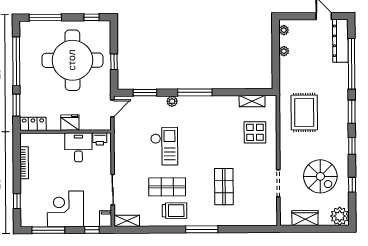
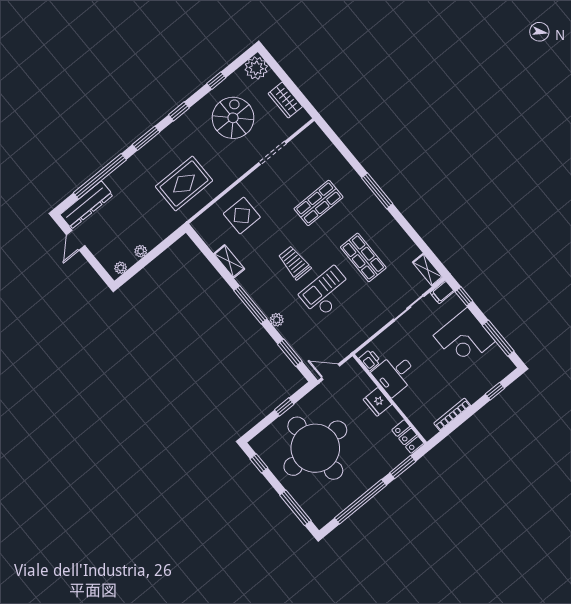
shelving: (252, 101) -> (229, 261), moved
trolley: (175, 211) -> (295, 263), moved

